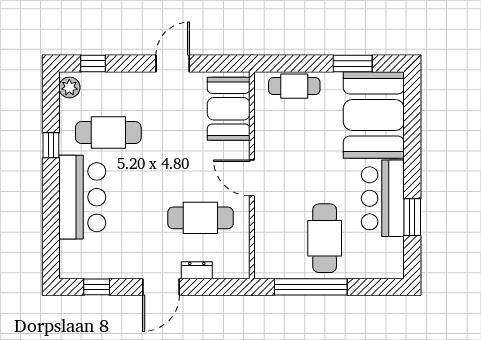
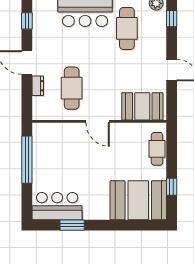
window: (353, 64) -> (172, 187), width x0.67
door: (252, 178) -> (98, 121), swing flipped
bar counter: (383, 198) -> (57, 206), moved
cafe table: (325, 238) -> (59, 169), removed

